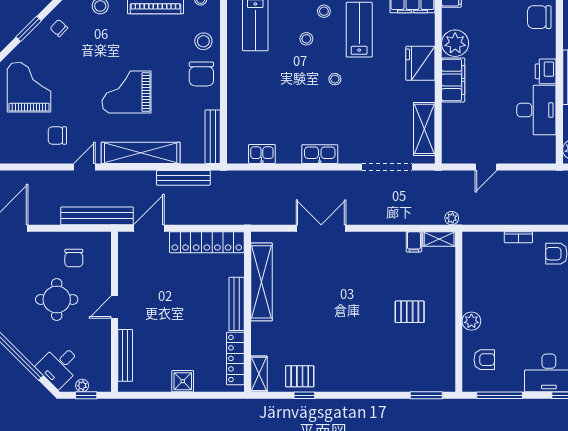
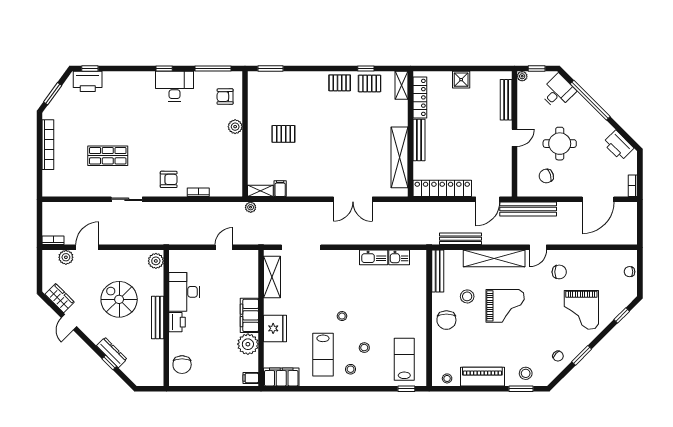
chair: (539, 17) -> (182, 365), turned 90
stool: (203, 41) -> (467, 296), moved
chair: (201, 74) -> (446, 320), turned 180
kitchen sink: (320, 154) -> (374, 257), moved
chair: (74, 258) -> (546, 176), turned -108
pallet: (338, 377) -> (340, 83), added
plant: (82, 386) -> (522, 76), moved

